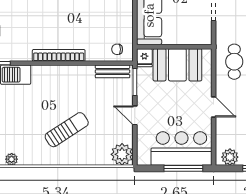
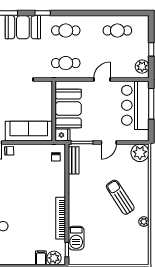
bookcase: (59, 55) -> (61, 218), moved
plant: (12, 159) -> (144, 222), moved

